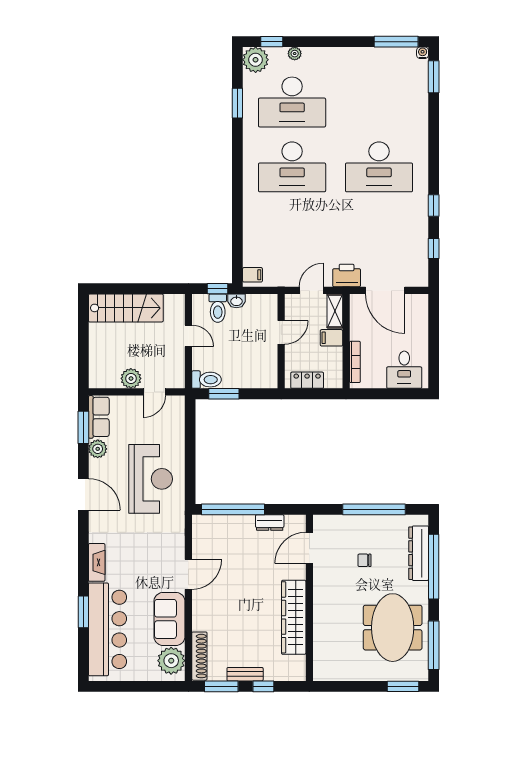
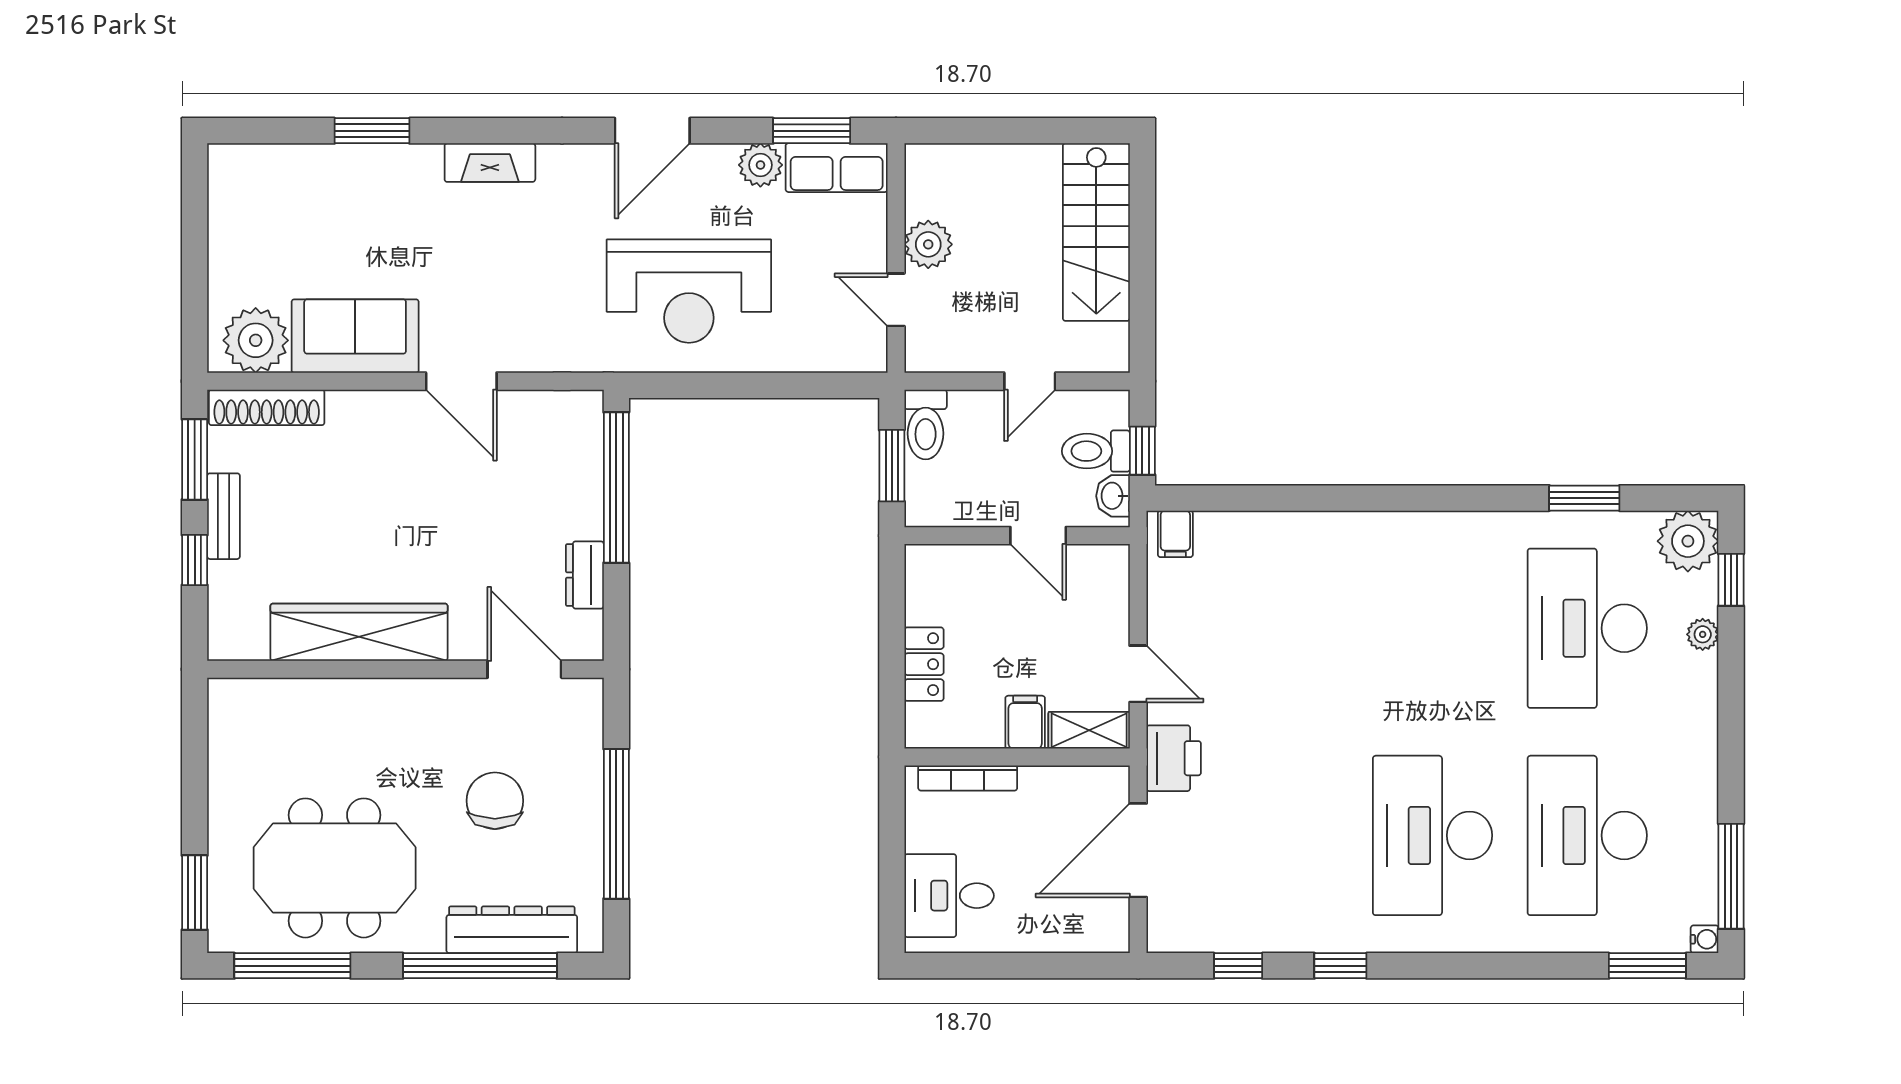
desk: (292, 167) -> (1587, 835), moved
door: (281, 332) -> (1038, 536), moved
wall: (281, 341) -> (1017, 536), moved
chair: (364, 560) -> (495, 801), width x1.87, depth x1.87
bar counter: (108, 629) -> (330, 188), removed

